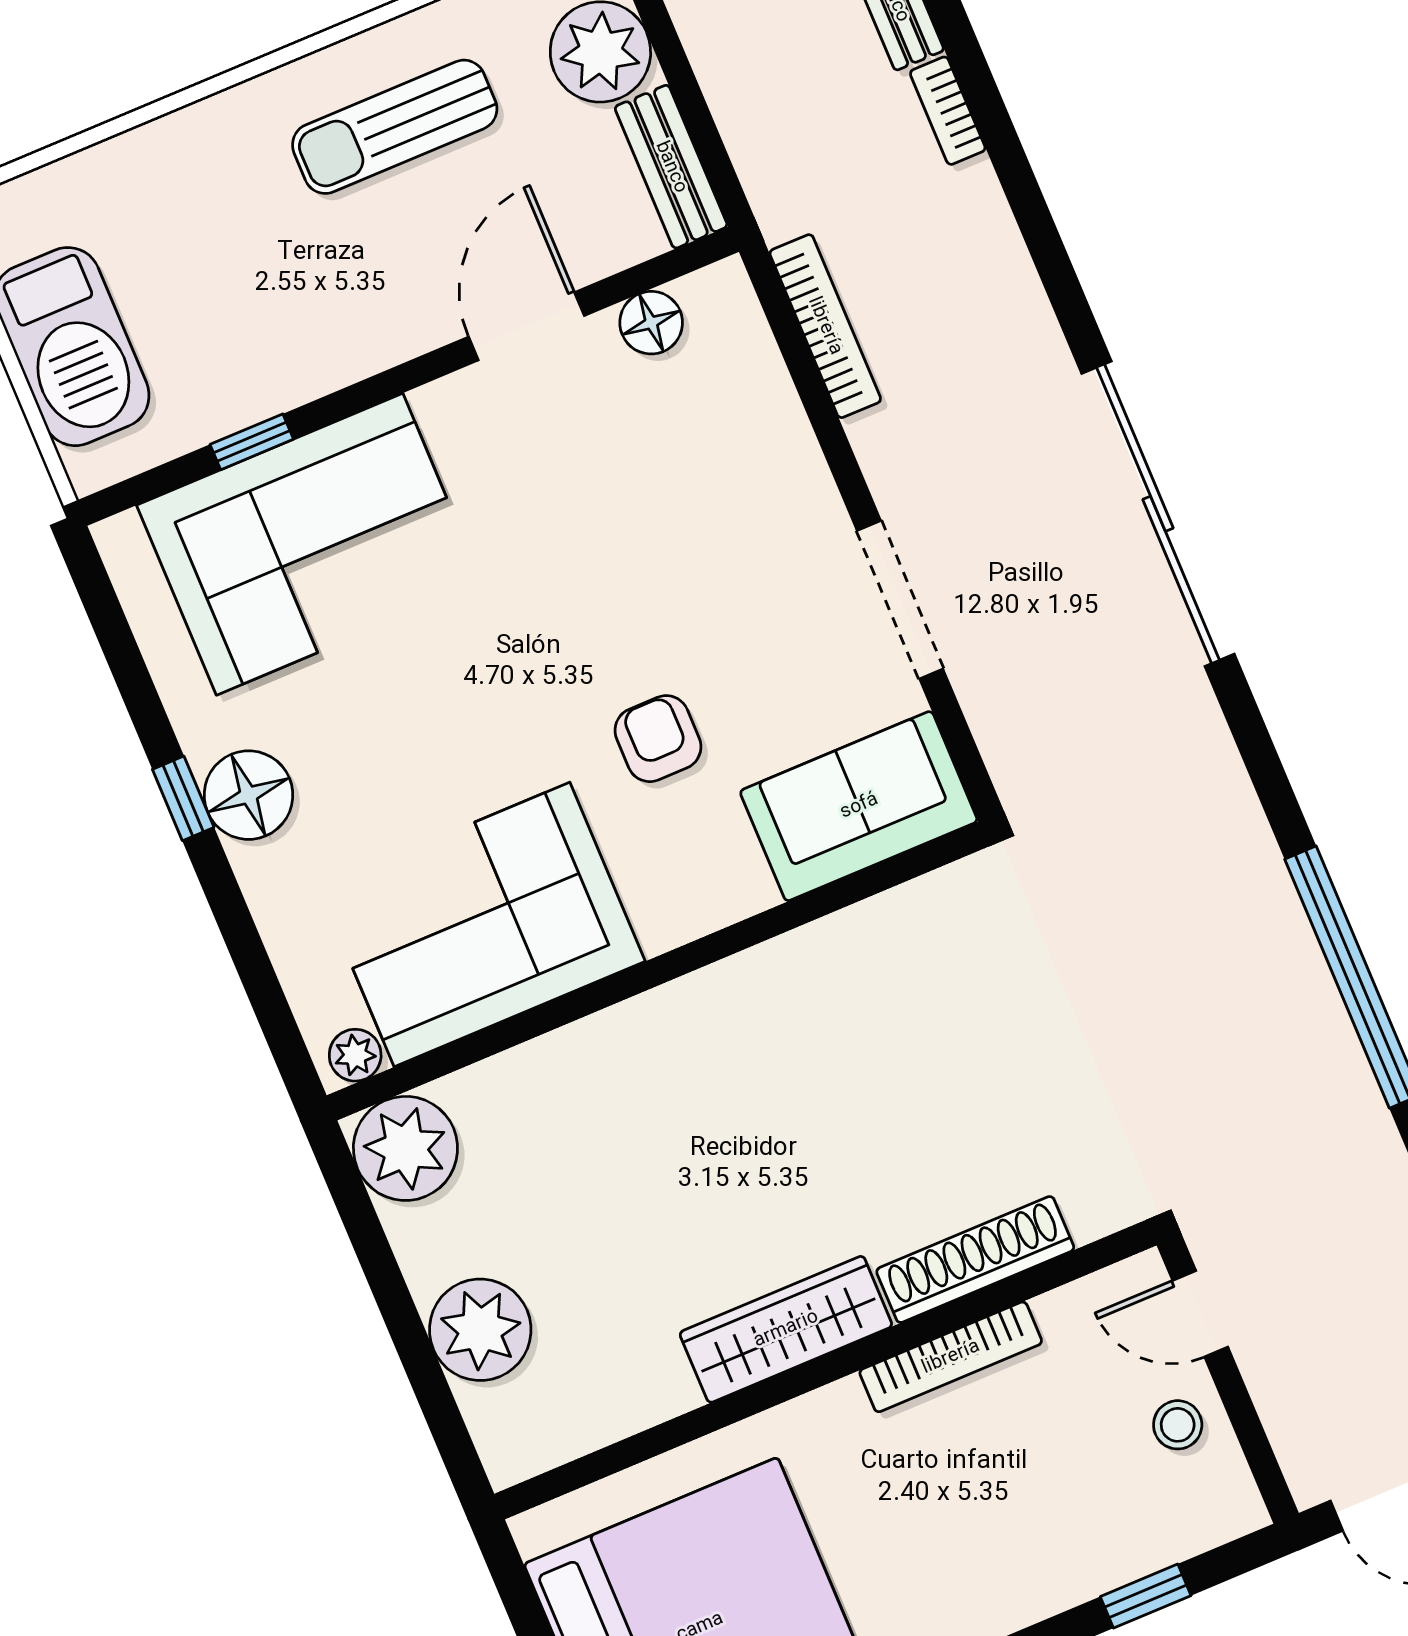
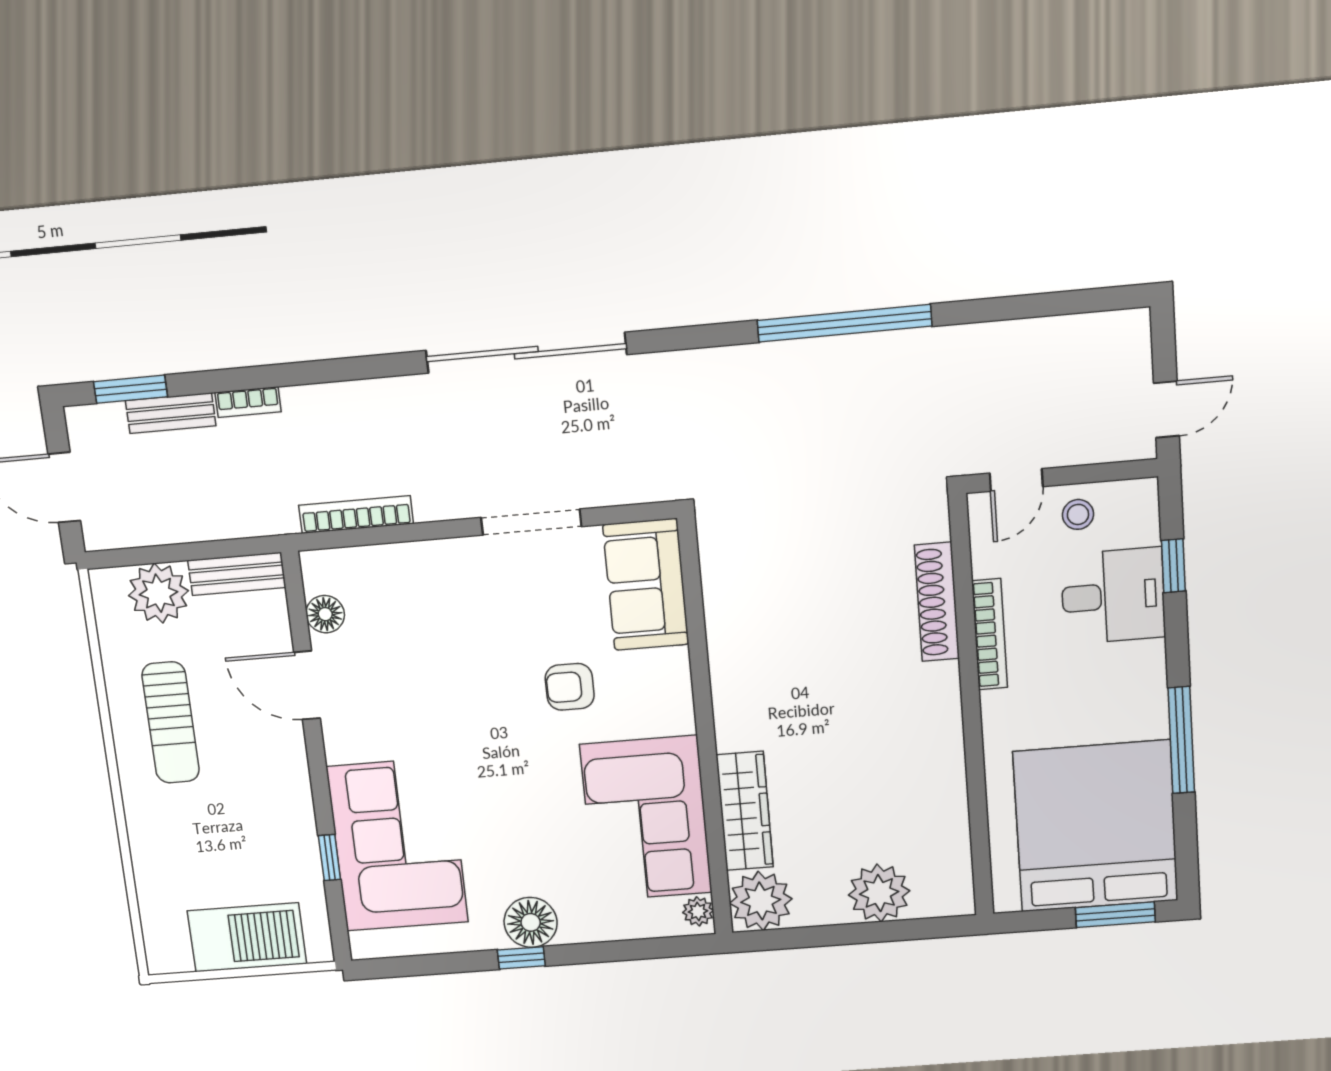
wardrobe: (786, 1329) -> (745, 811), moved, turned 180
desk: (1070, 1522) -> (1113, 596), added

